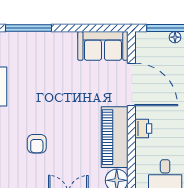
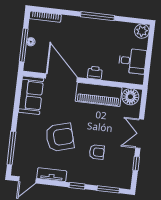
door: (131, 84) -> (62, 78), hinge flipped
armchair: (51, 91) -> (60, 137), added

